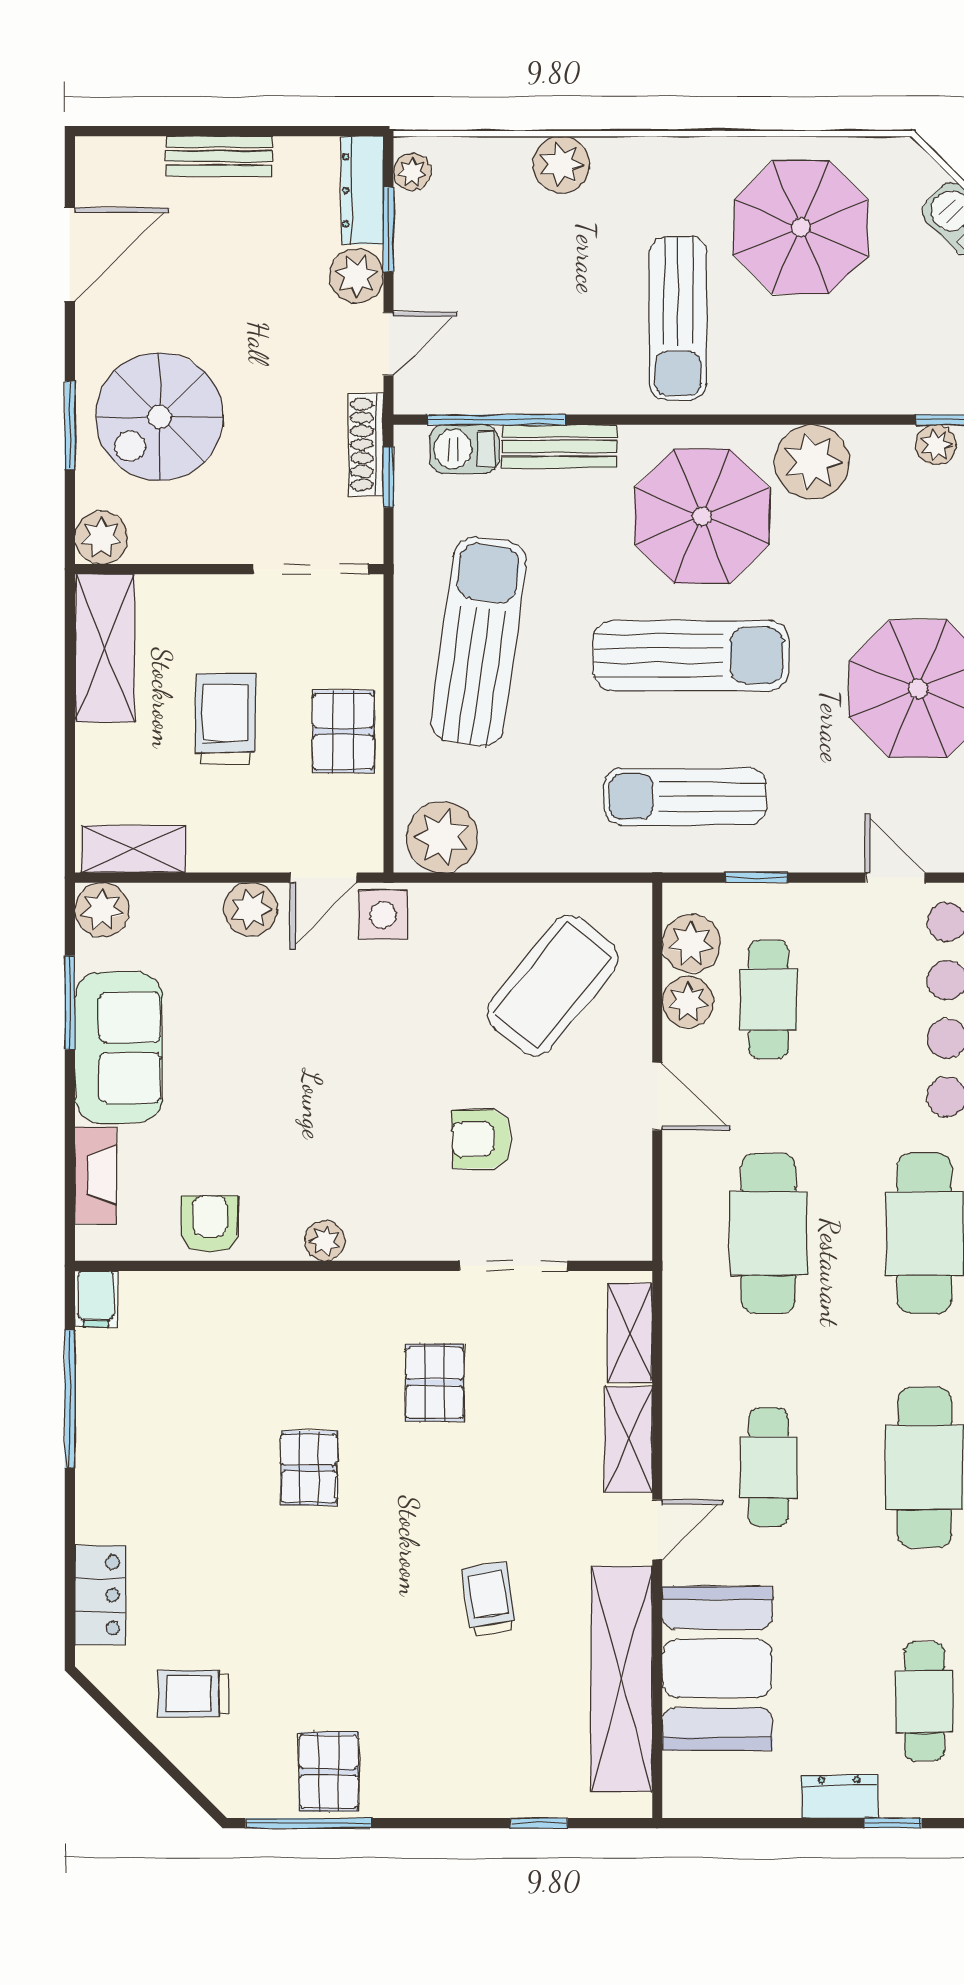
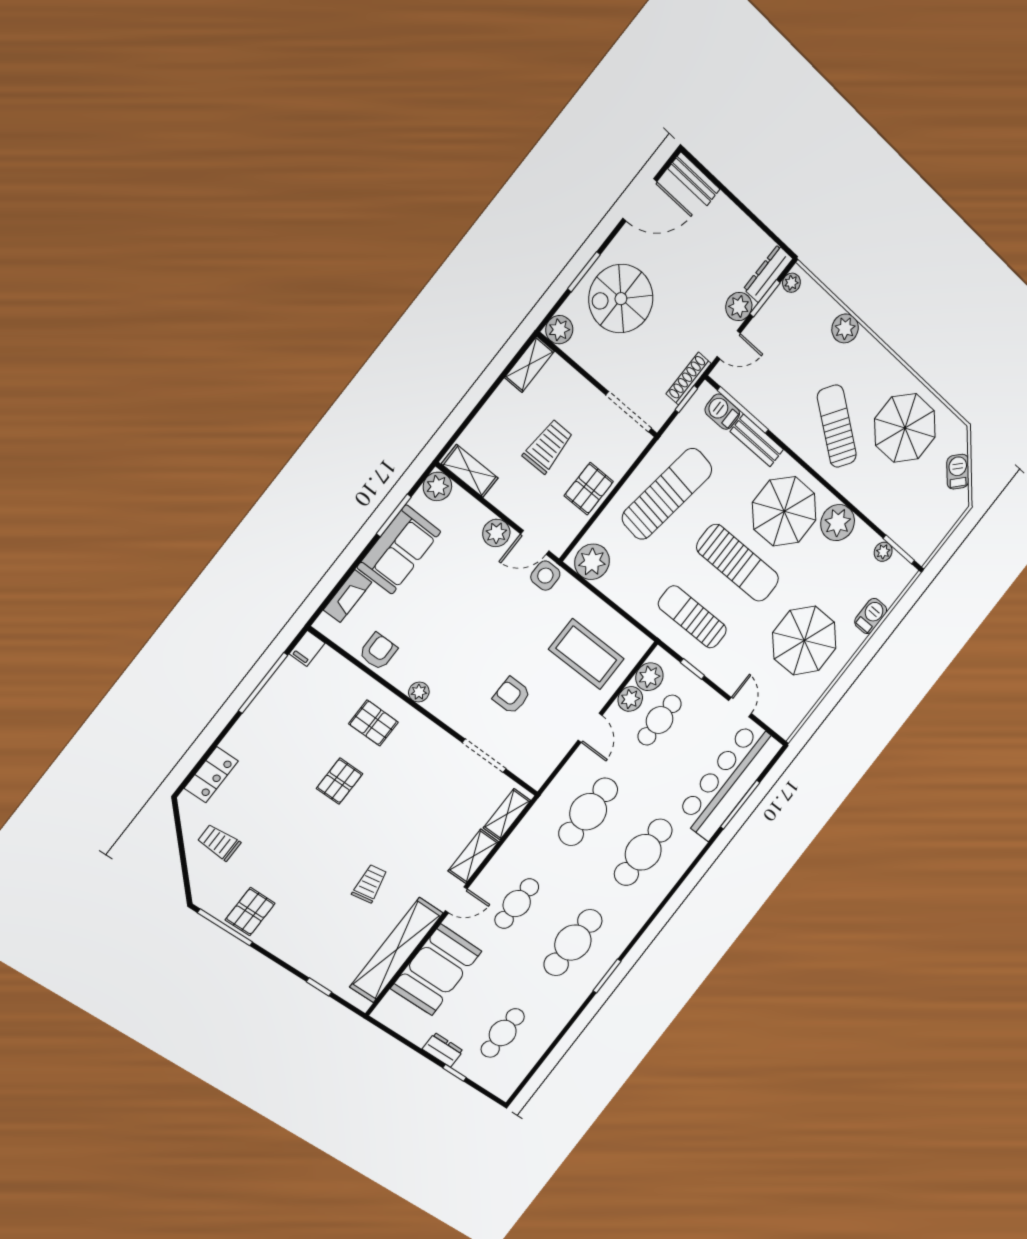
bench: (219, 156) -> (694, 179), moved
sun lounger: (678, 319) -> (837, 426), turned 125
shelving: (105, 648) -> (529, 364), width x0.67, depth x0.75
coffee table: (553, 985) -> (586, 654), turned 51
pallet: (435, 1383) -> (373, 723), moved, turned 90

